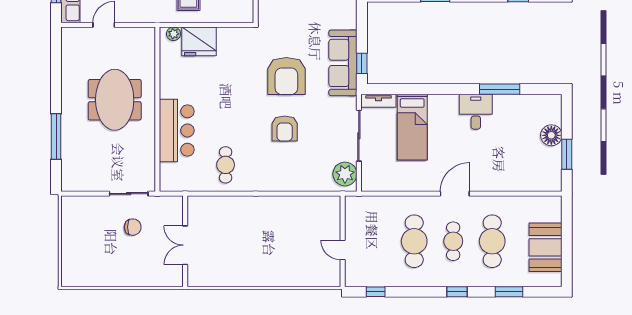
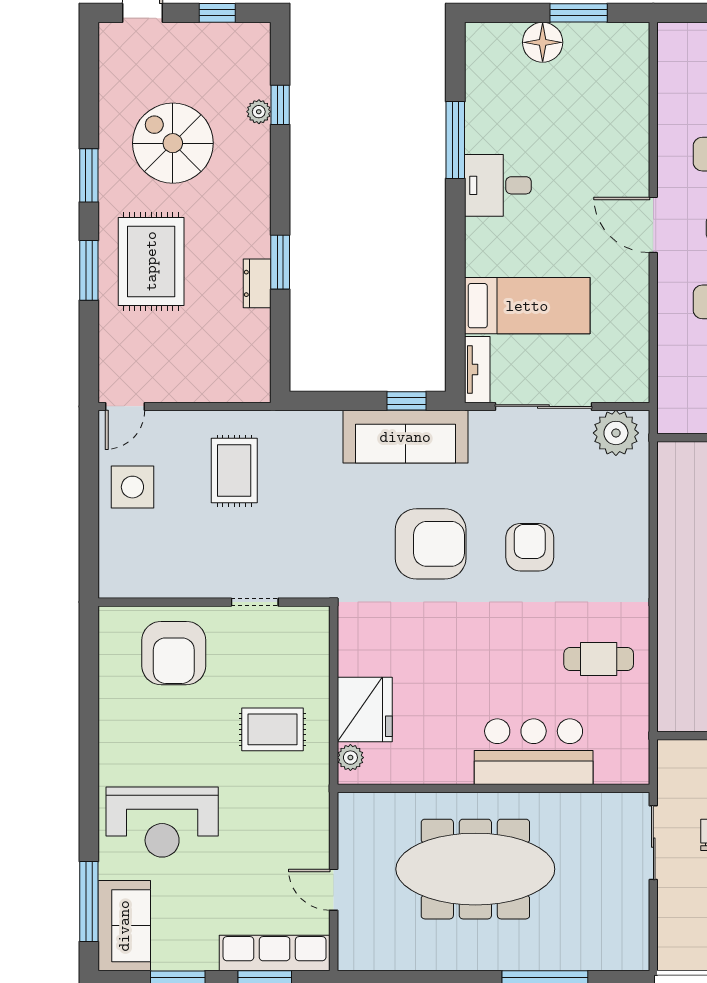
meeting table: (115, 100) -> (475, 869), width x1.36
armchair: (285, 128) -> (530, 547), turned -90

